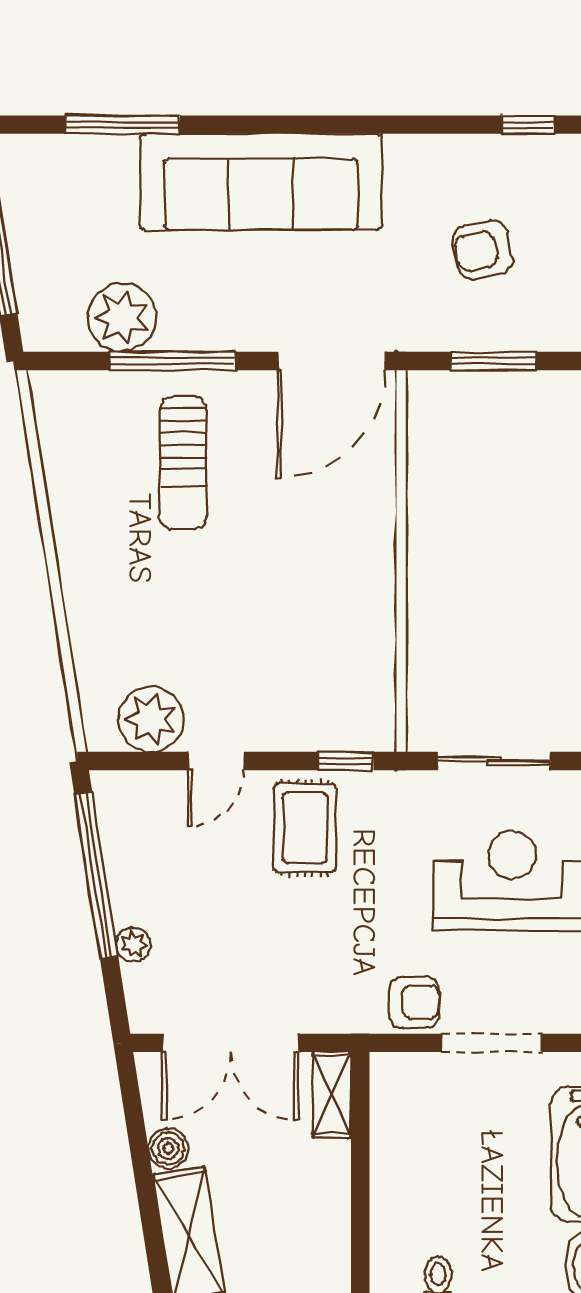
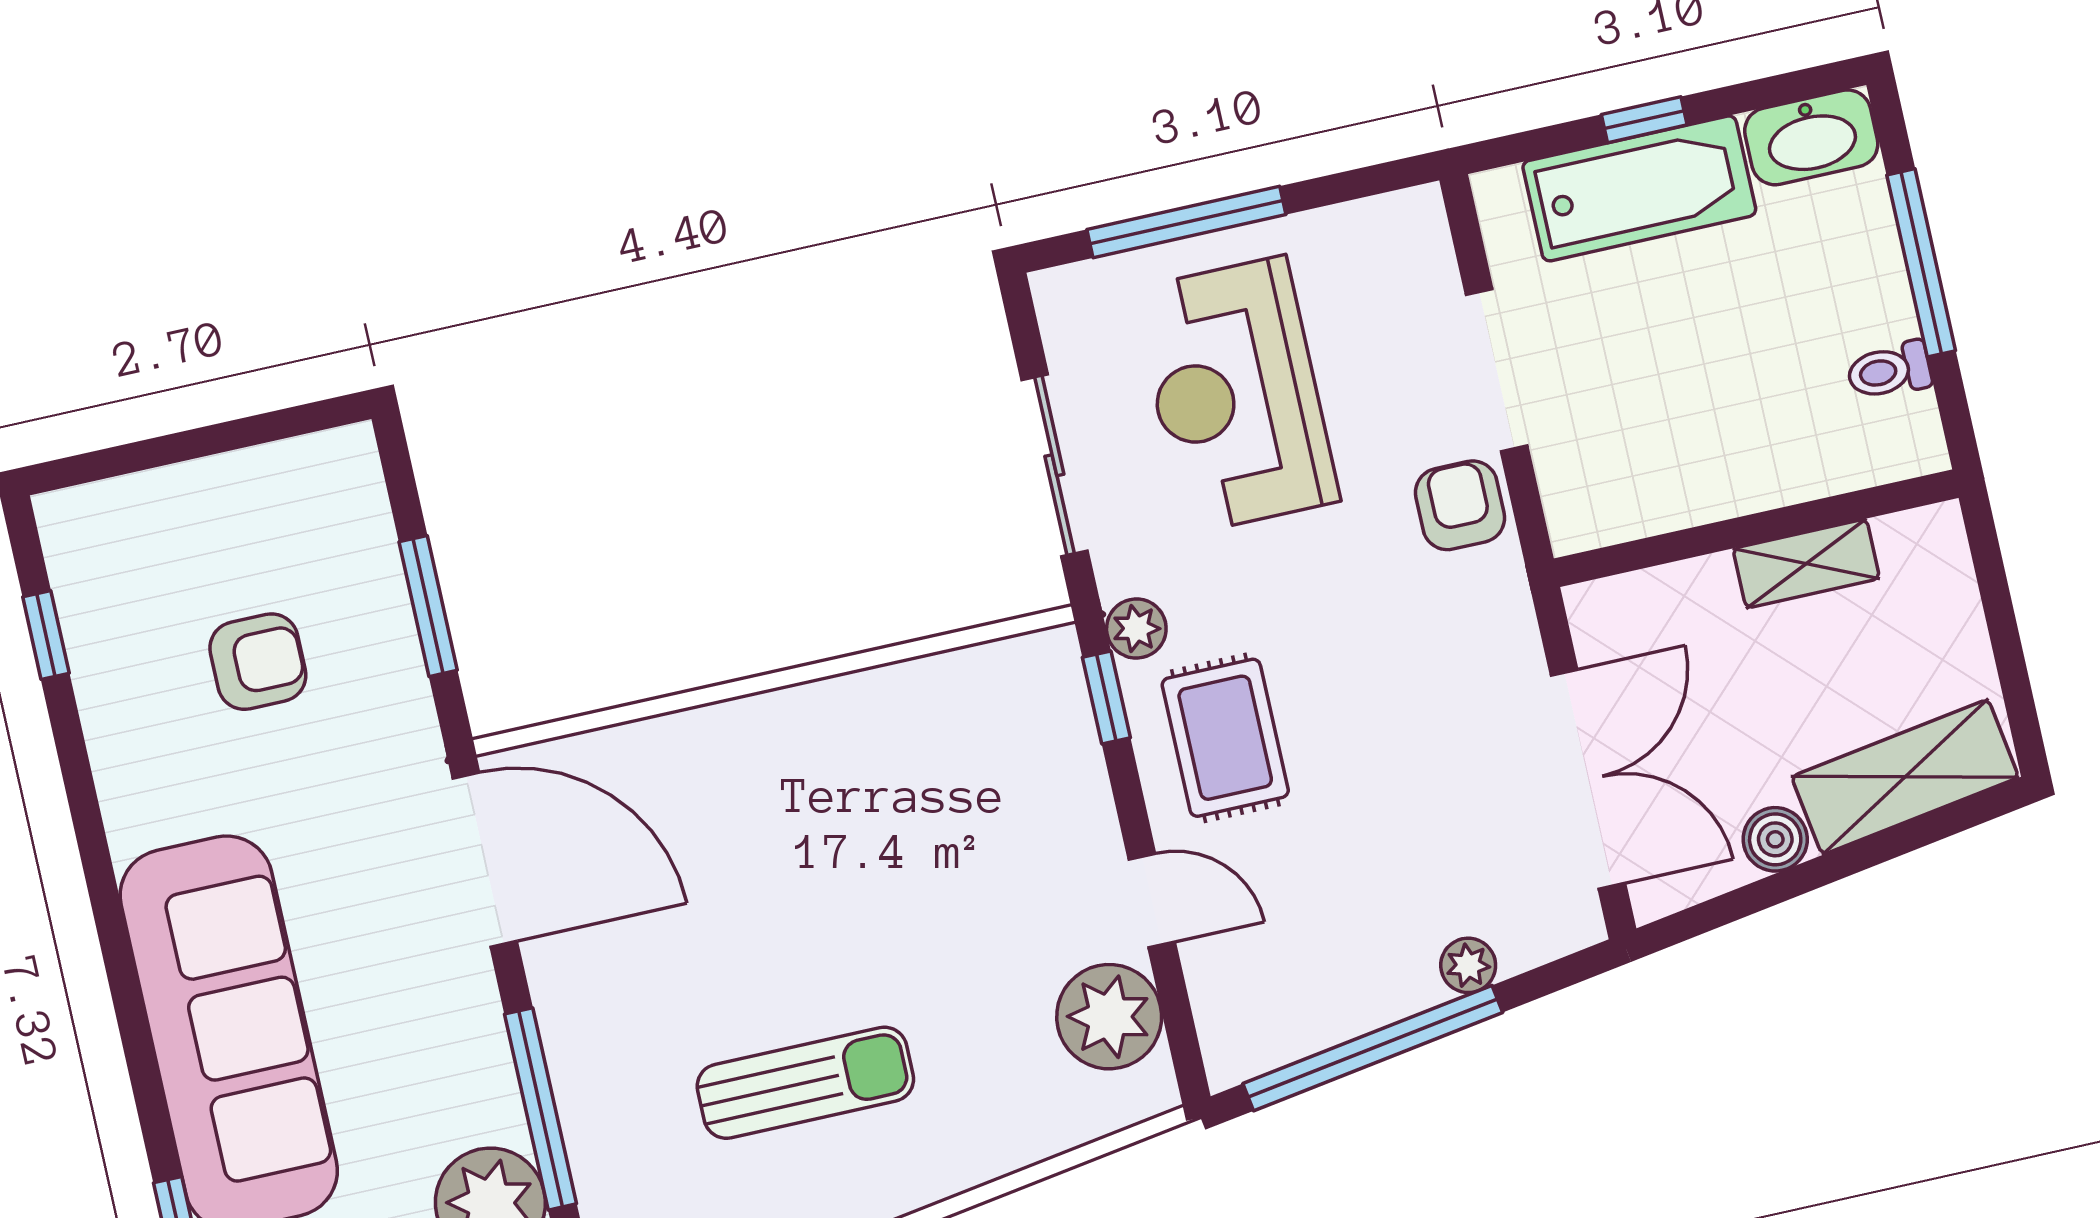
armchair: (483, 250) -> (258, 662), turned -79
sun lounger: (183, 463) -> (805, 1083), moved
plant: (383, 789) -> (1136, 628), added
rug: (305, 828) -> (1225, 738), turned 90
shelving: (332, 1095) -> (1806, 564), moved

